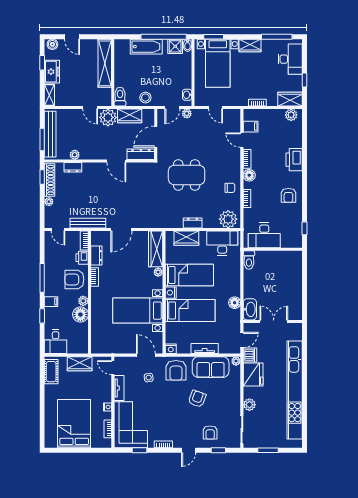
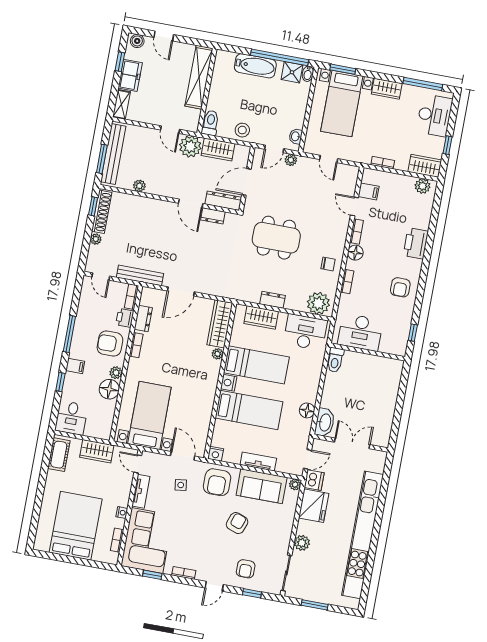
dresser: (73, 167) -> (213, 216), moved
bed with nightstands: (138, 311) -> (149, 416), moved, turned 90

